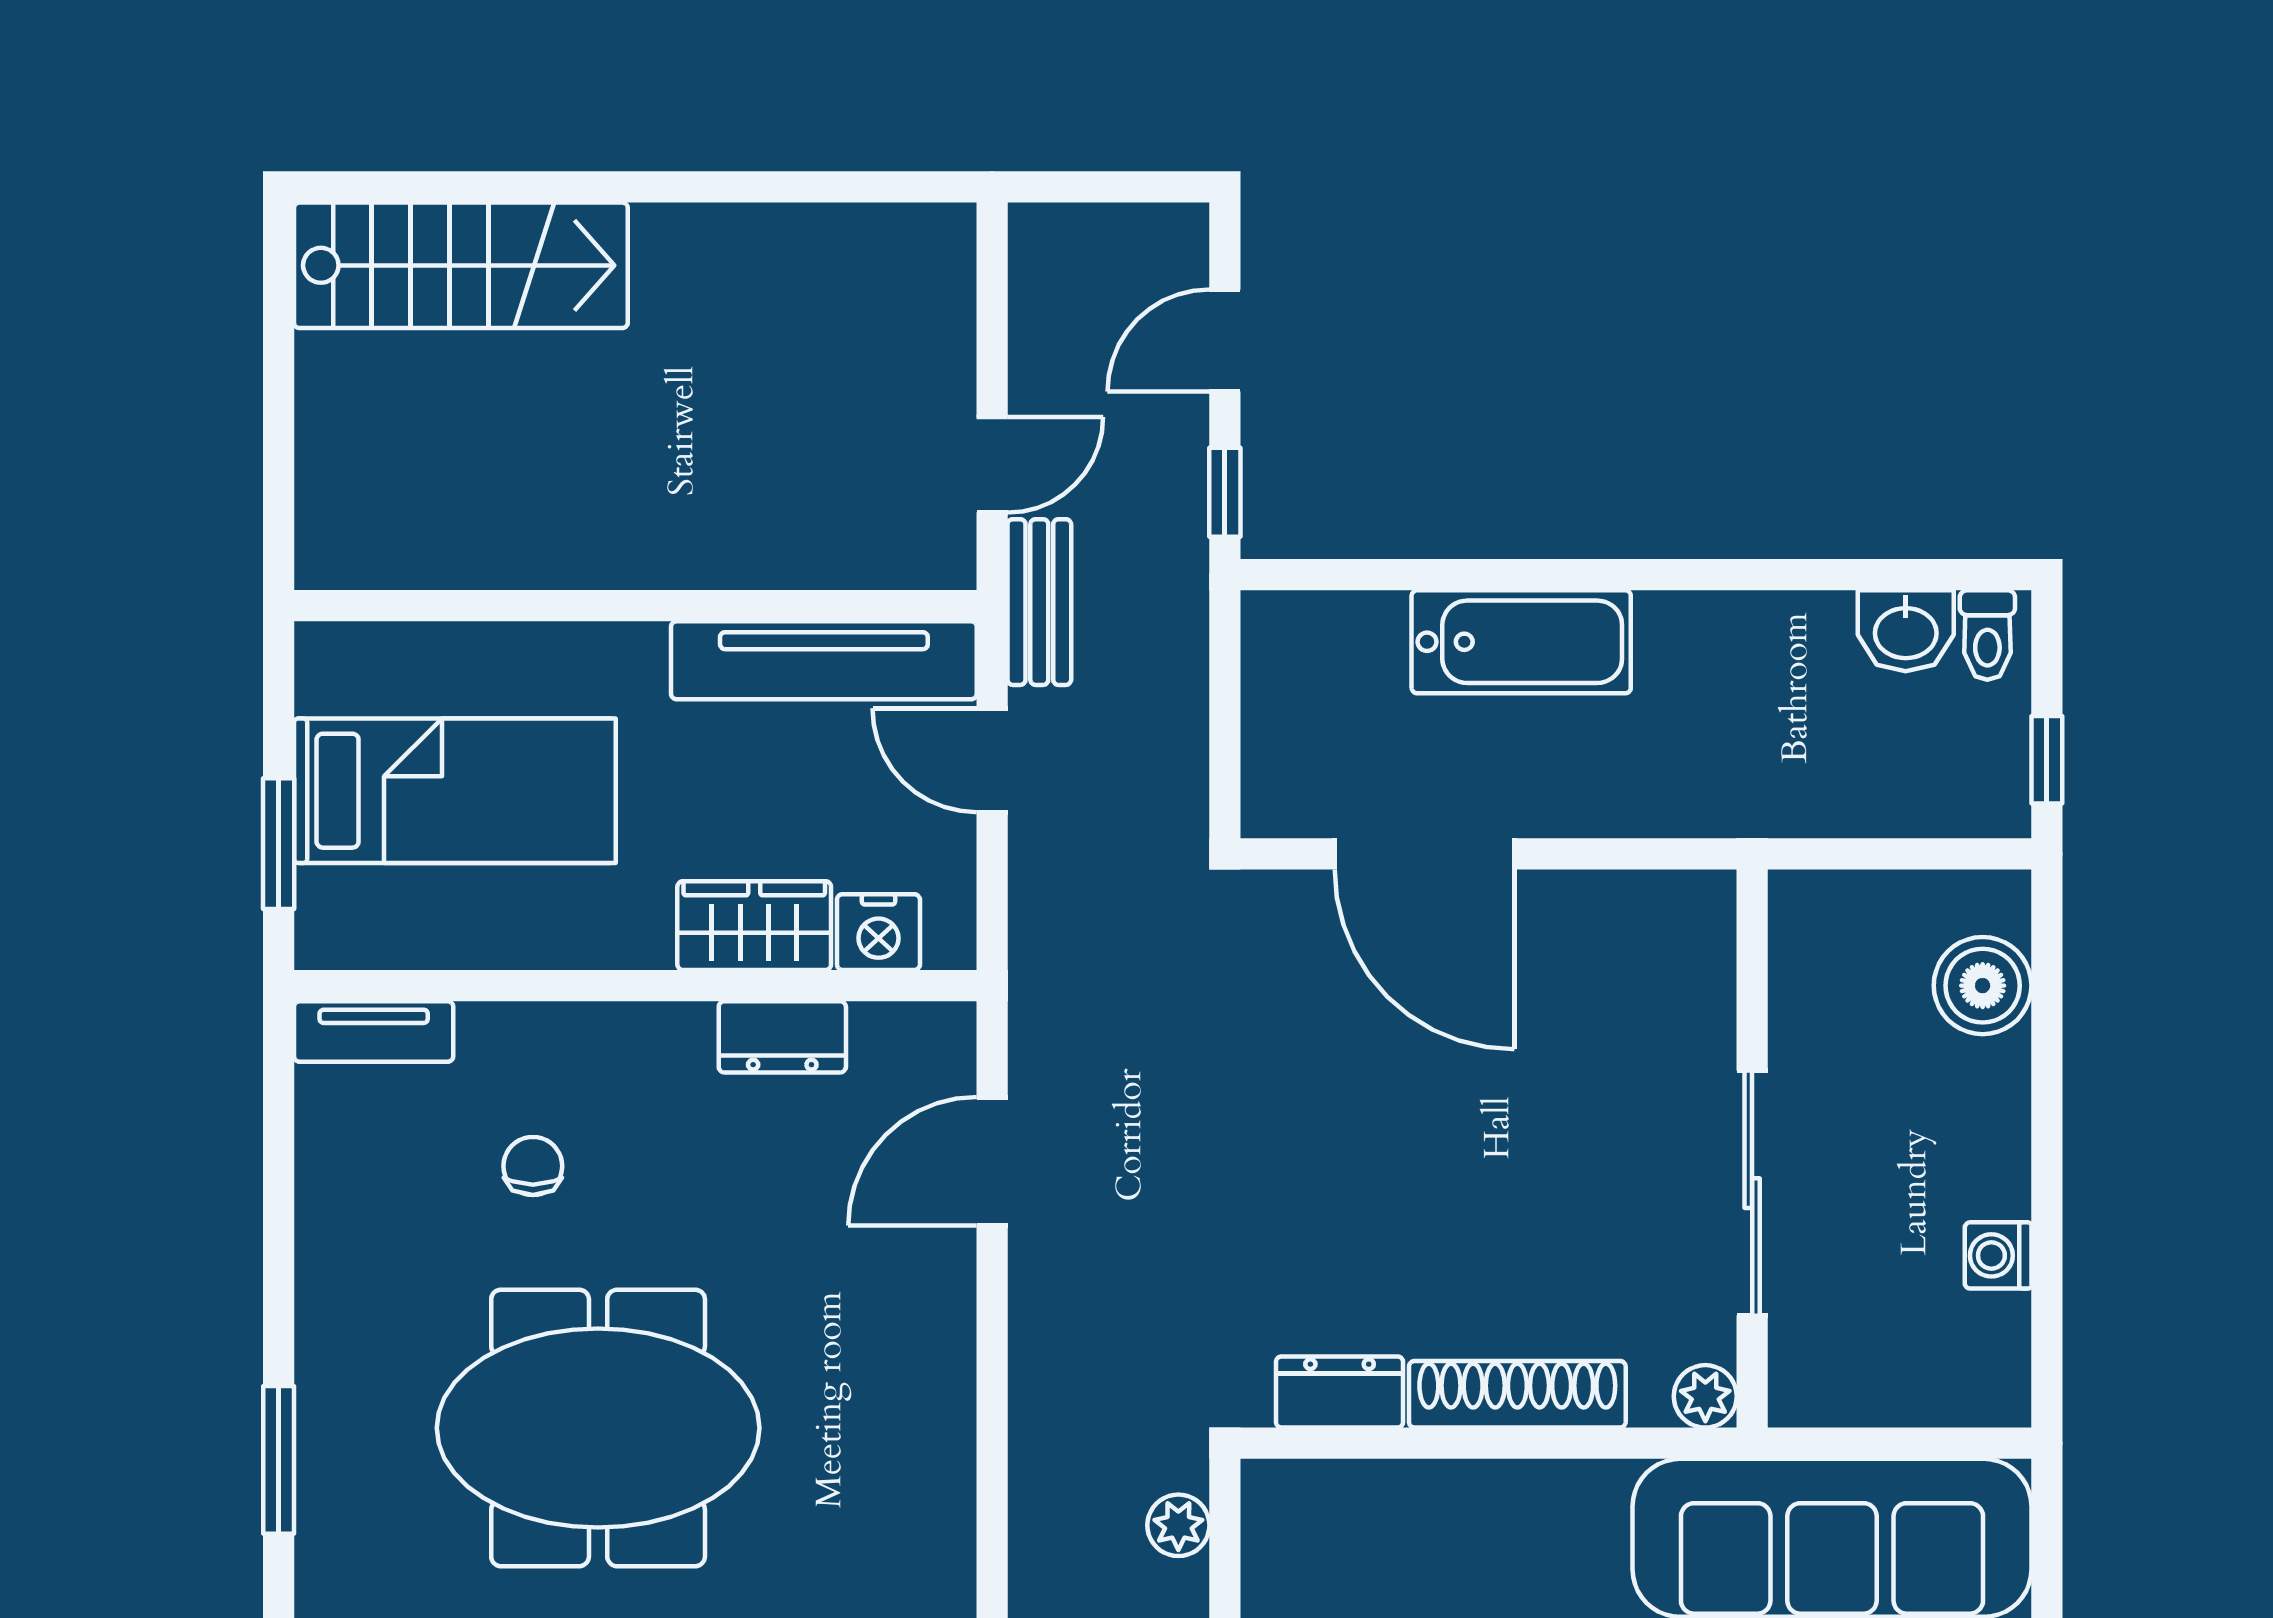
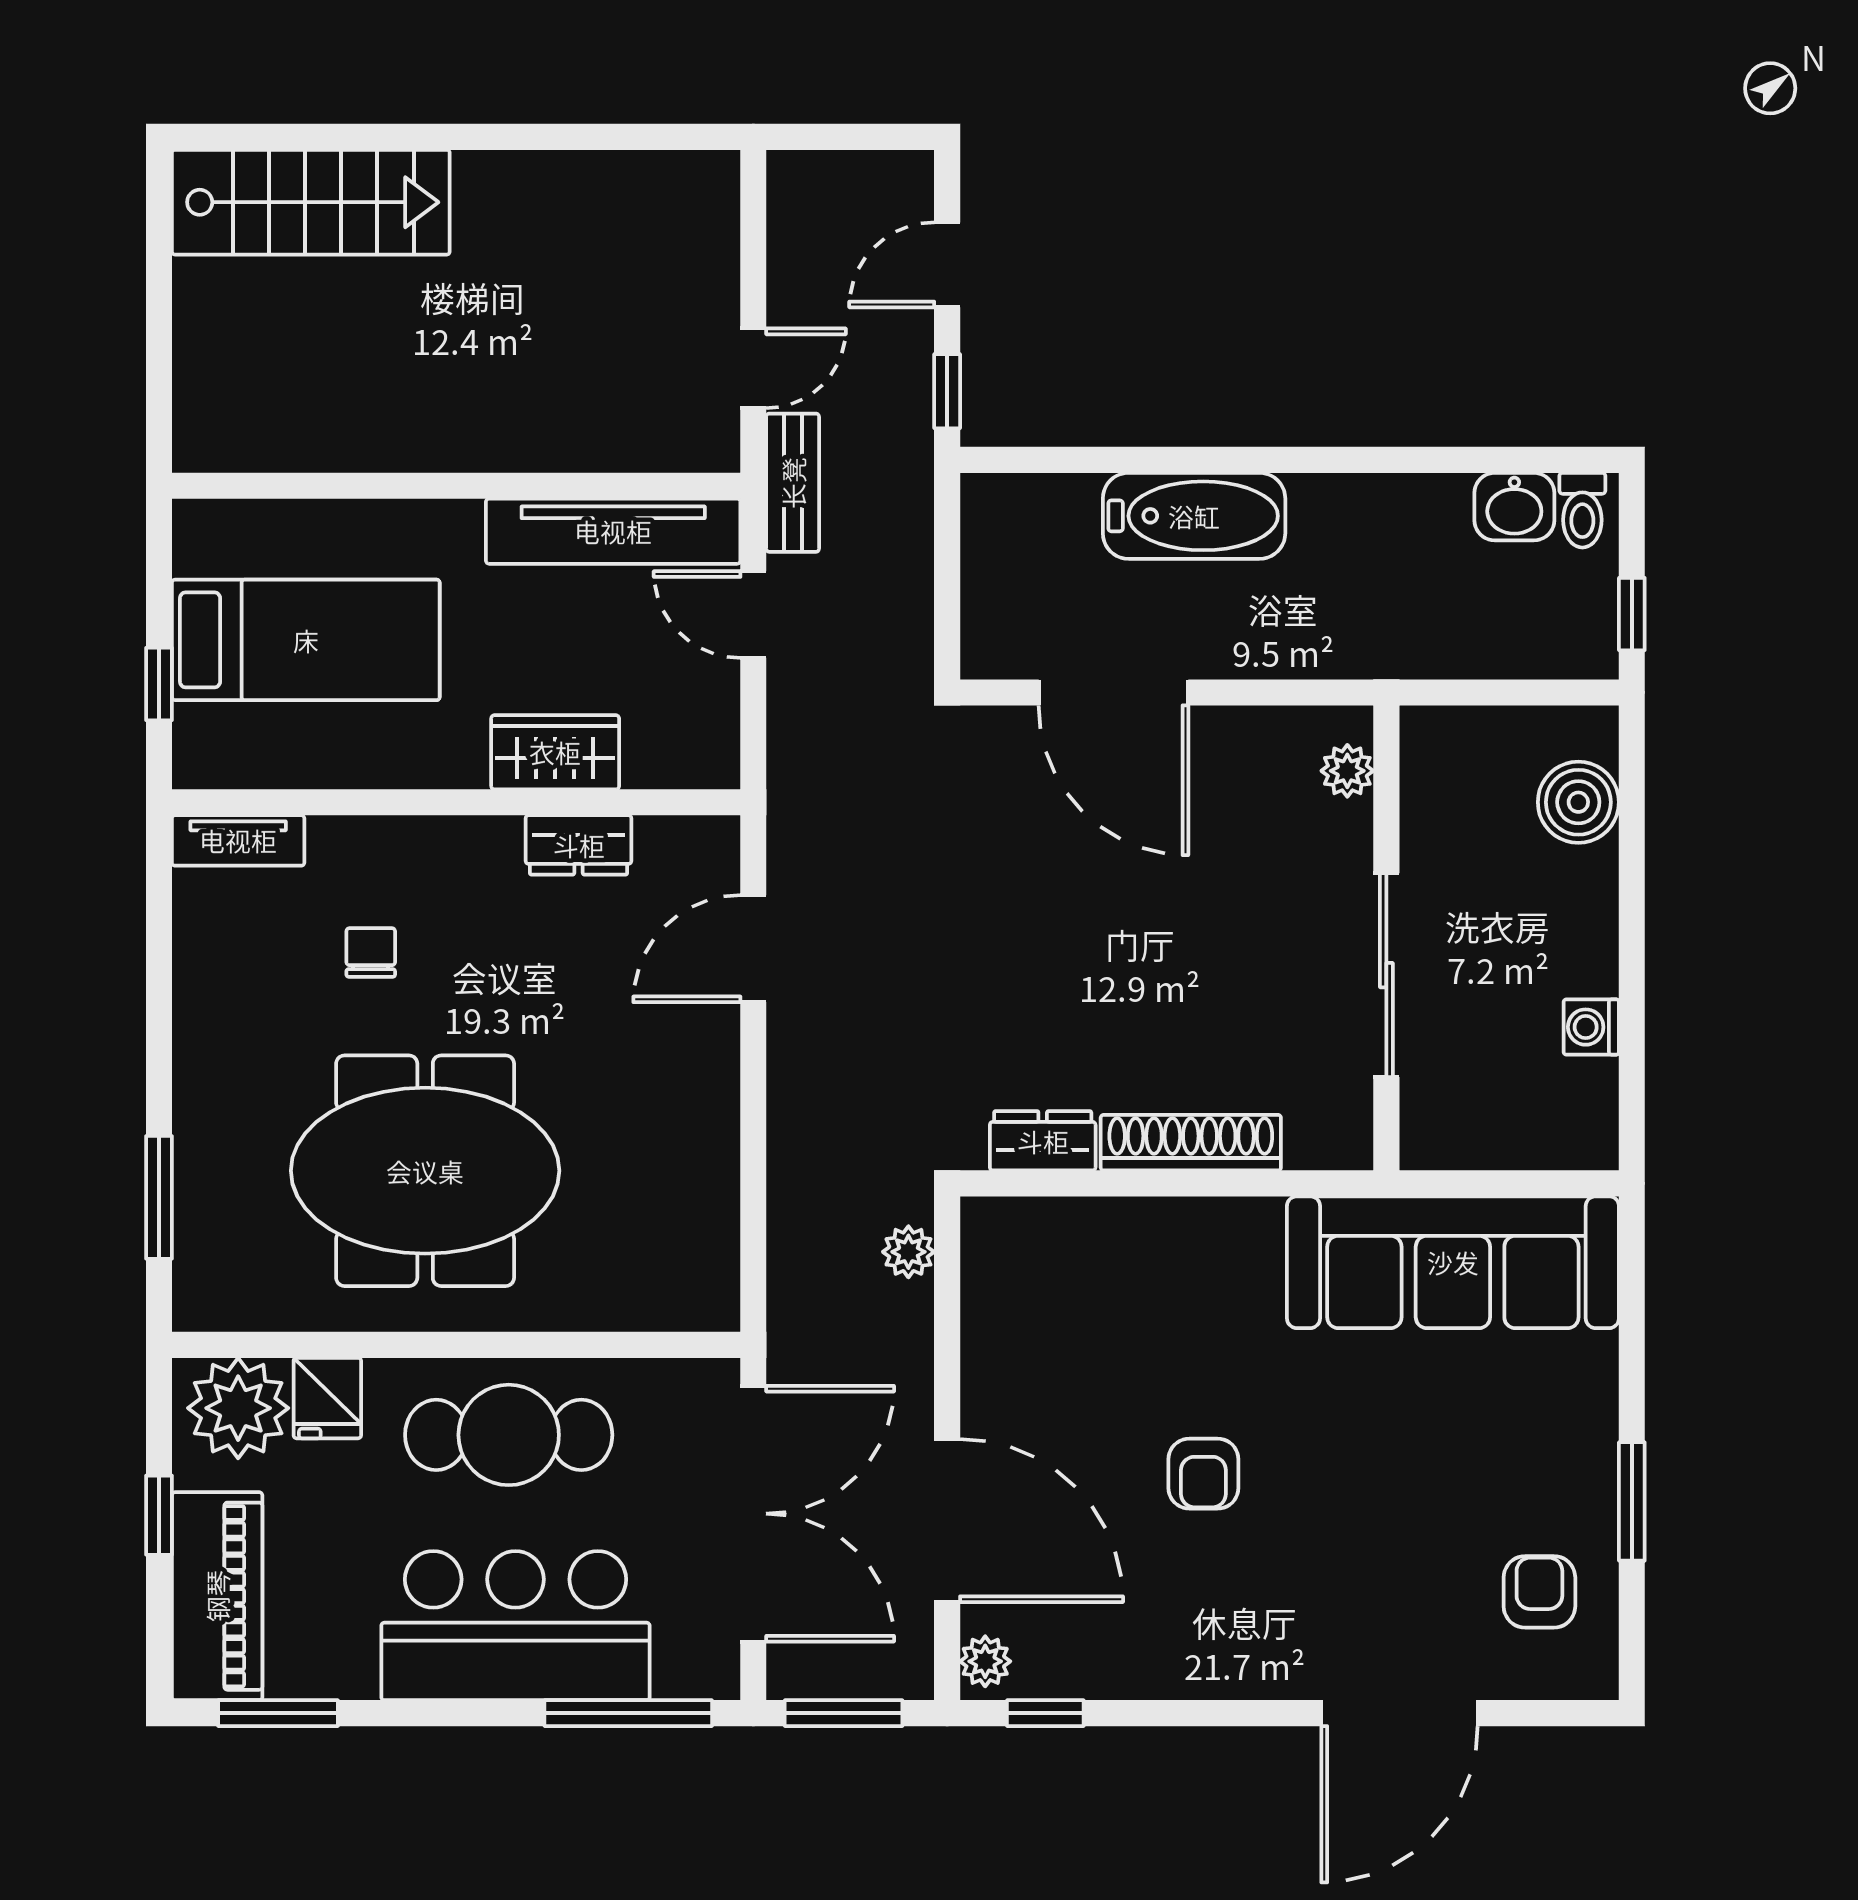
window: (279, 844) -> (159, 684), width x0.67
nightstand: (878, 932) -> (659, 758), removed
plant: (1705, 1396) -> (1347, 771), moved

